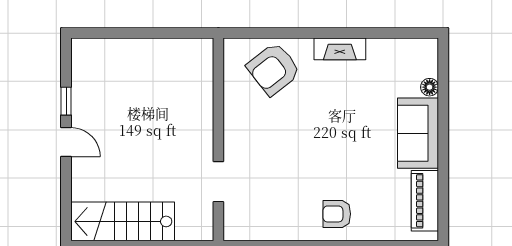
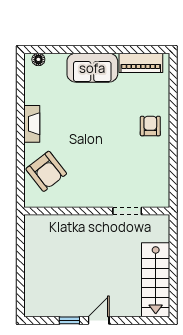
floor lamp: (430, 87) -> (38, 59), moved
armchair: (337, 214) -> (150, 126), turned 180

